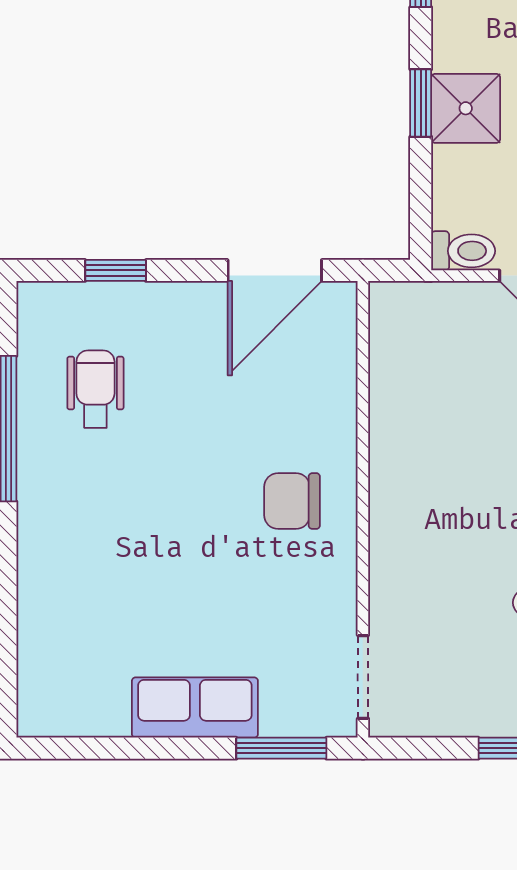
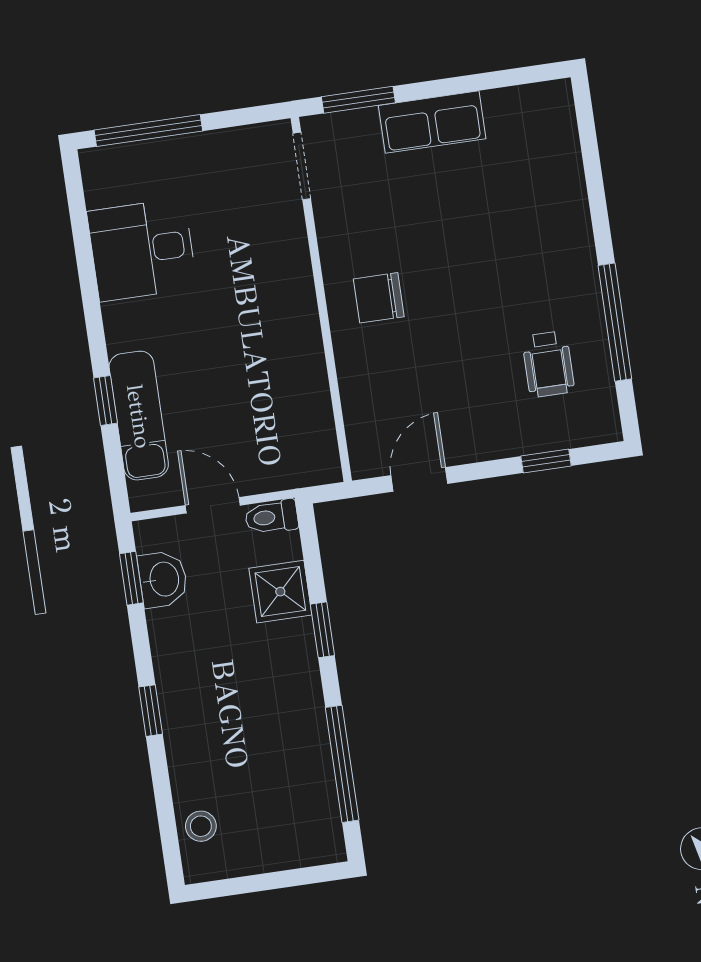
shower: (466, 108) -> (280, 592), moved
door: (275, 270) -> (419, 479), width x0.73
chair: (292, 501) -> (379, 298), turned 180

